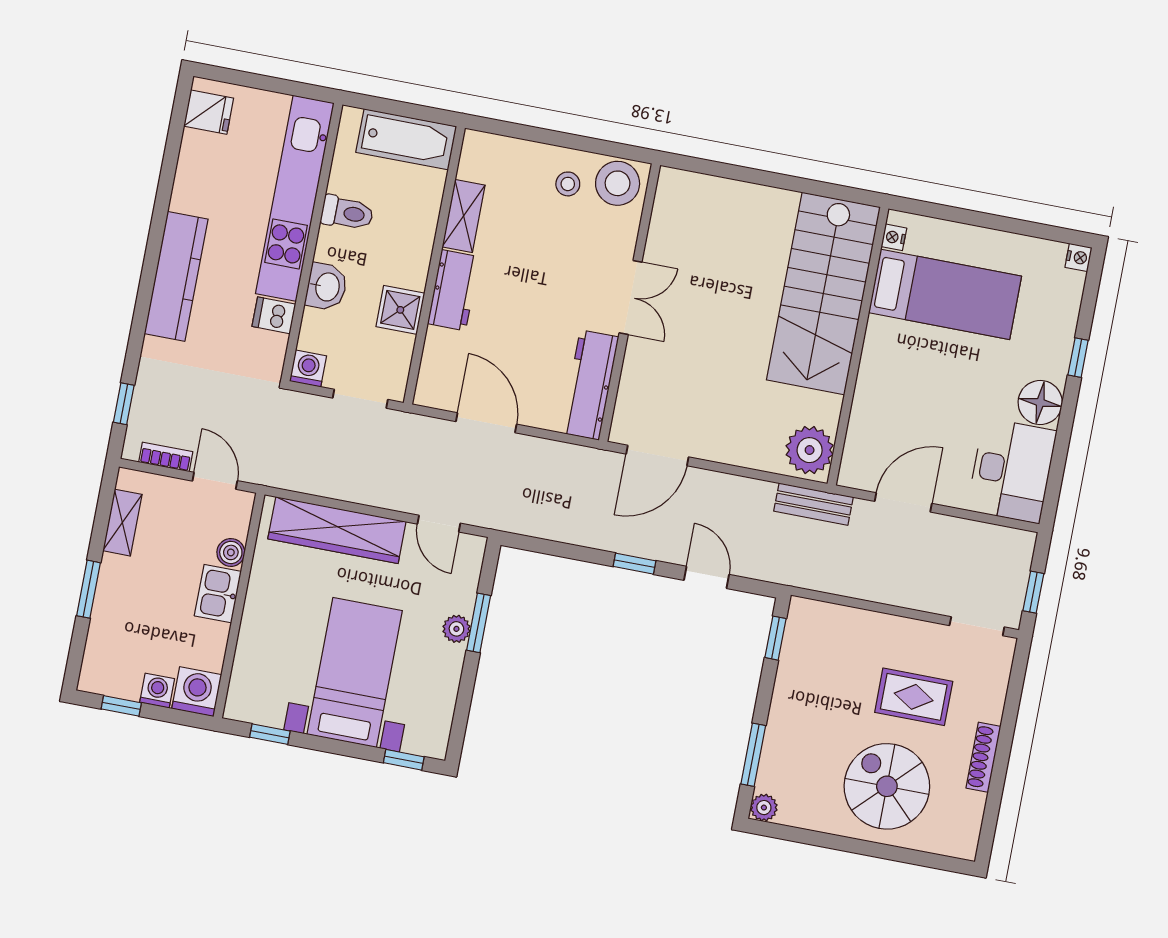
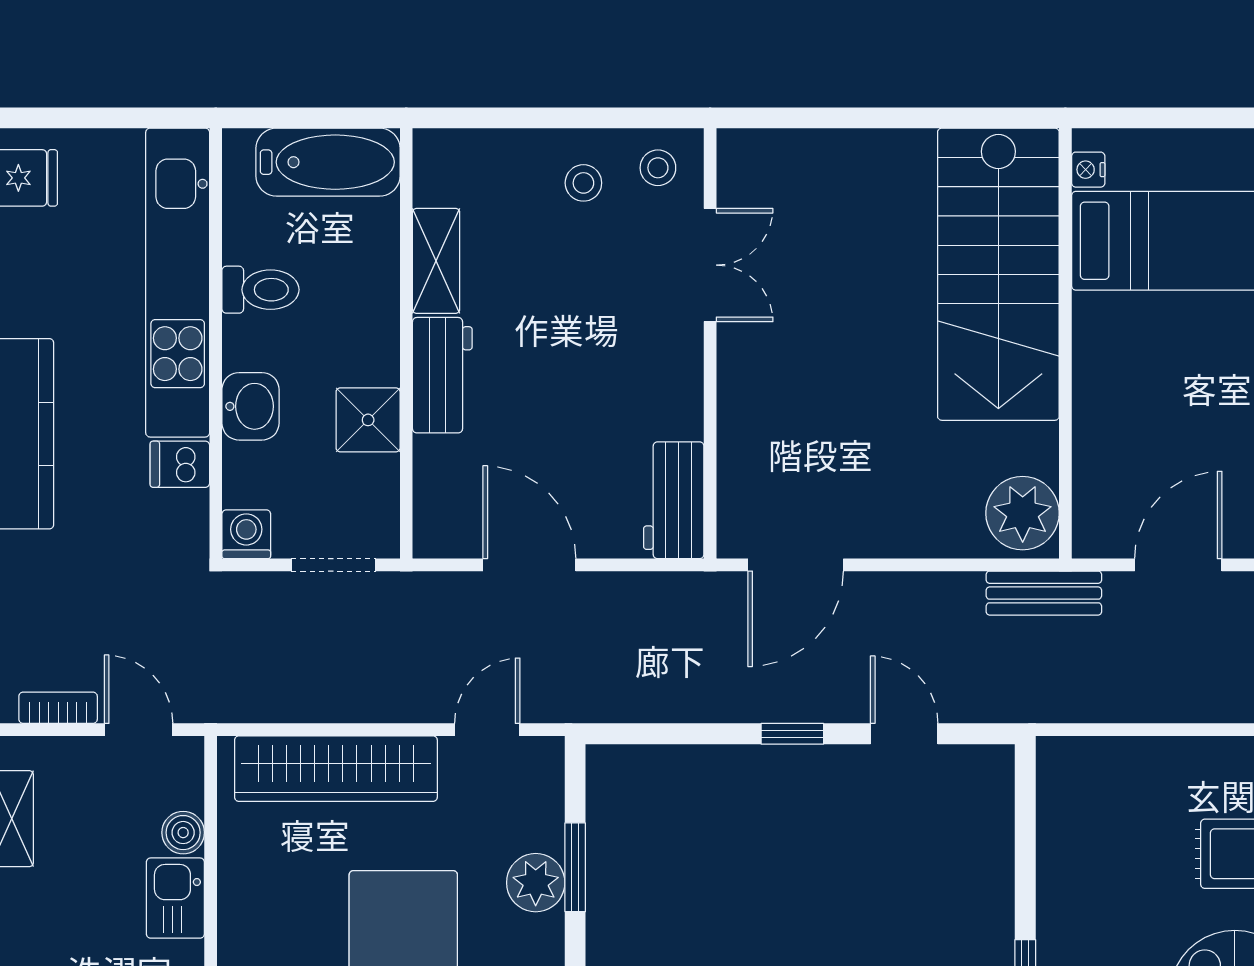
stool: (618, 183) -> (658, 168), width x0.53, depth x0.53
double door: (631, 298) -> (710, 265), moved
workbench: (590, 385) -> (674, 500), width x0.73
door: (439, 524) -> (487, 730), swing flipped
plant: (456, 629) -> (536, 883), width x1.38, depth x1.38
window: (776, 638) -> (1025, 805), removed

